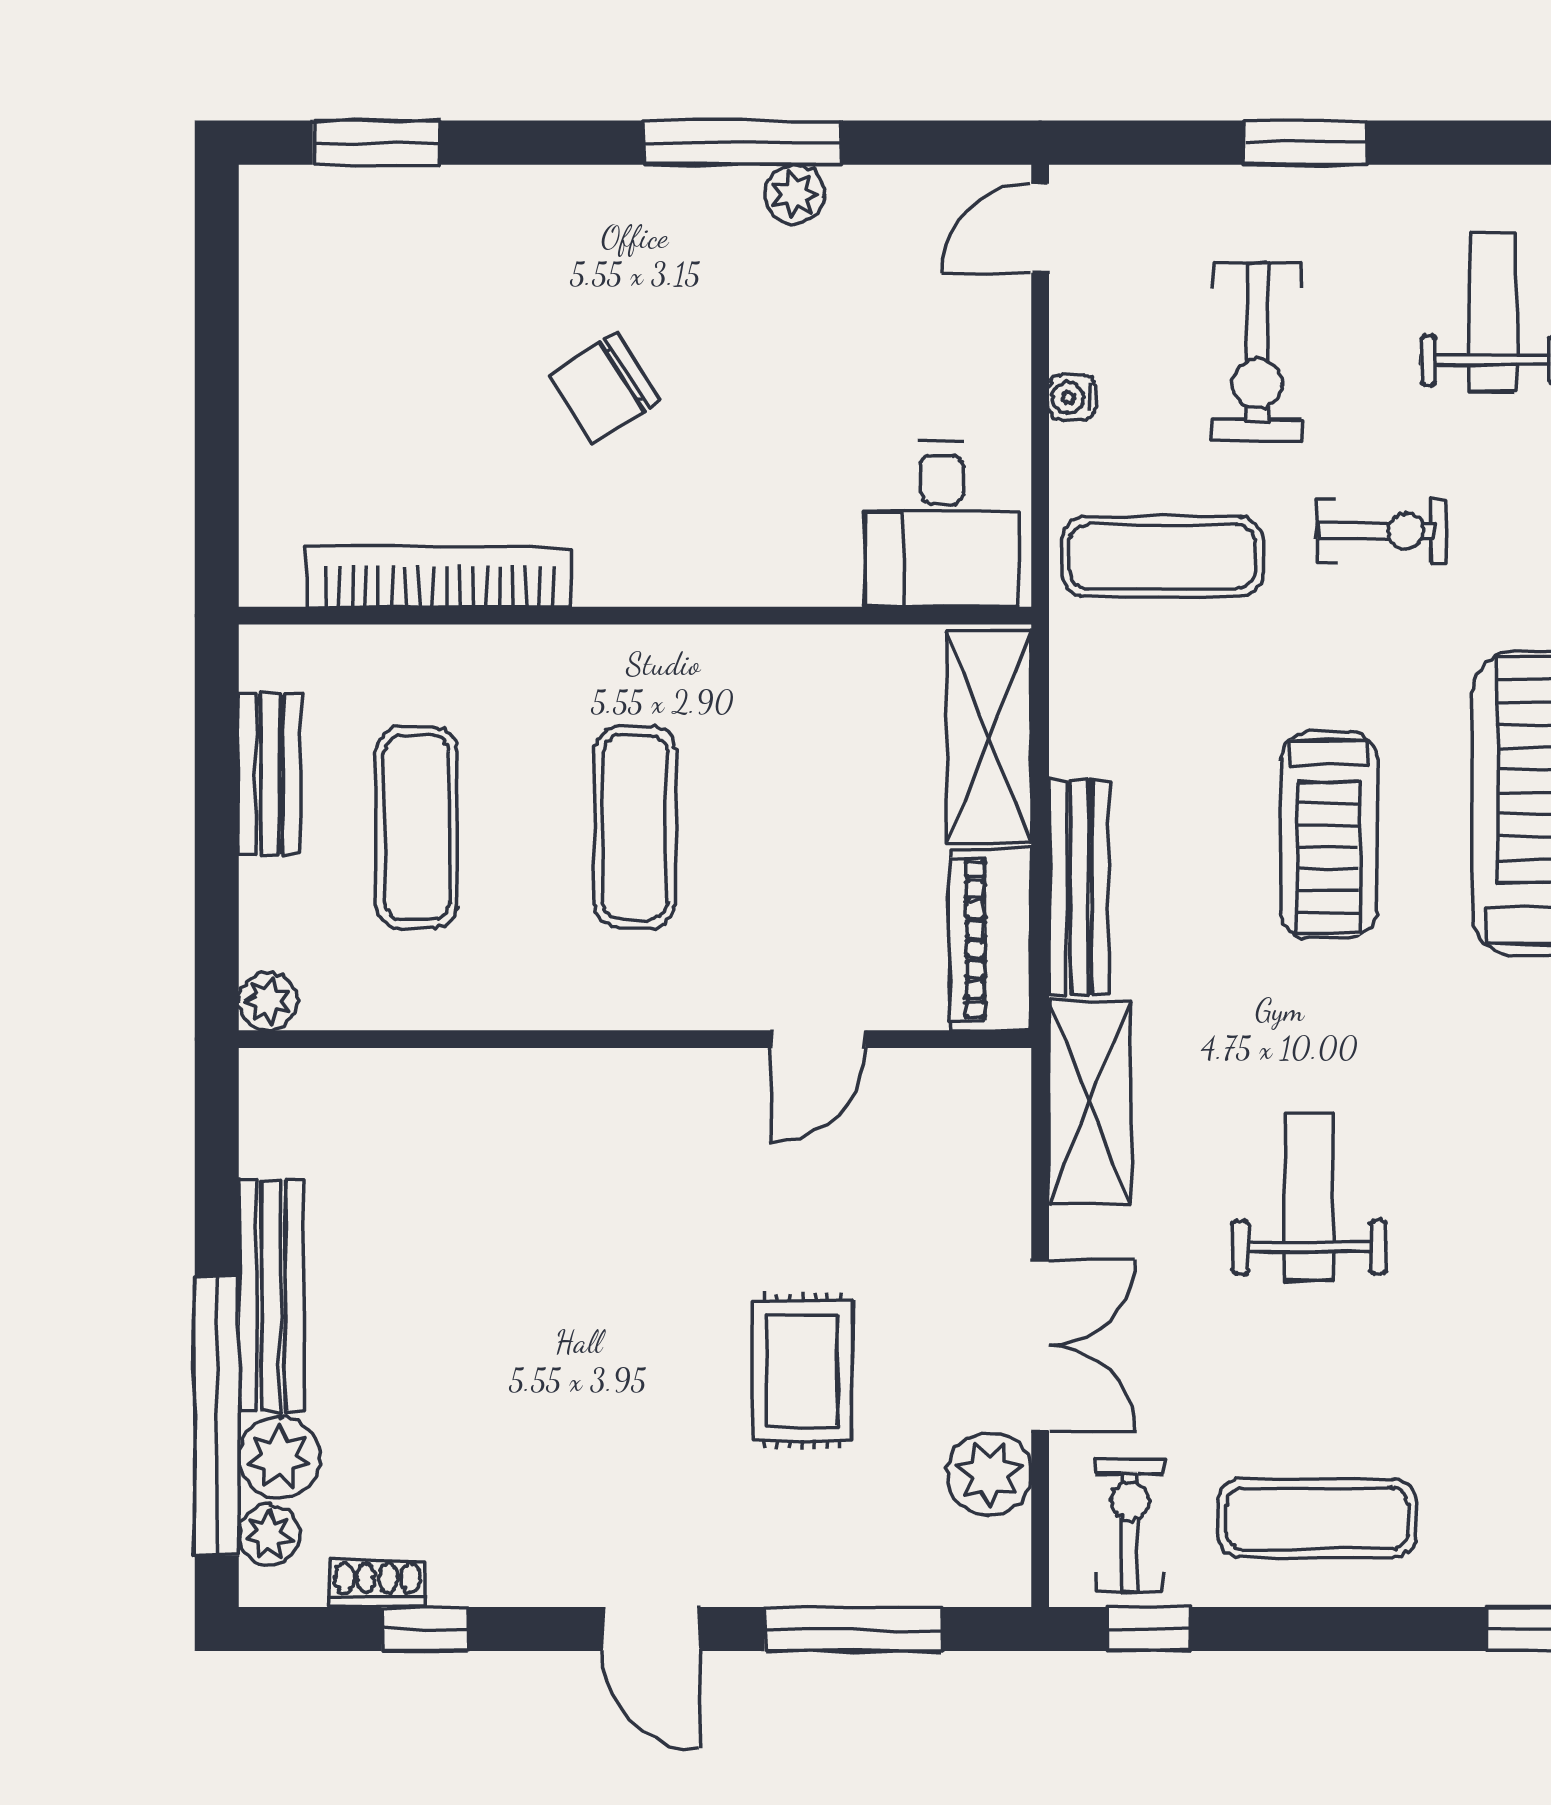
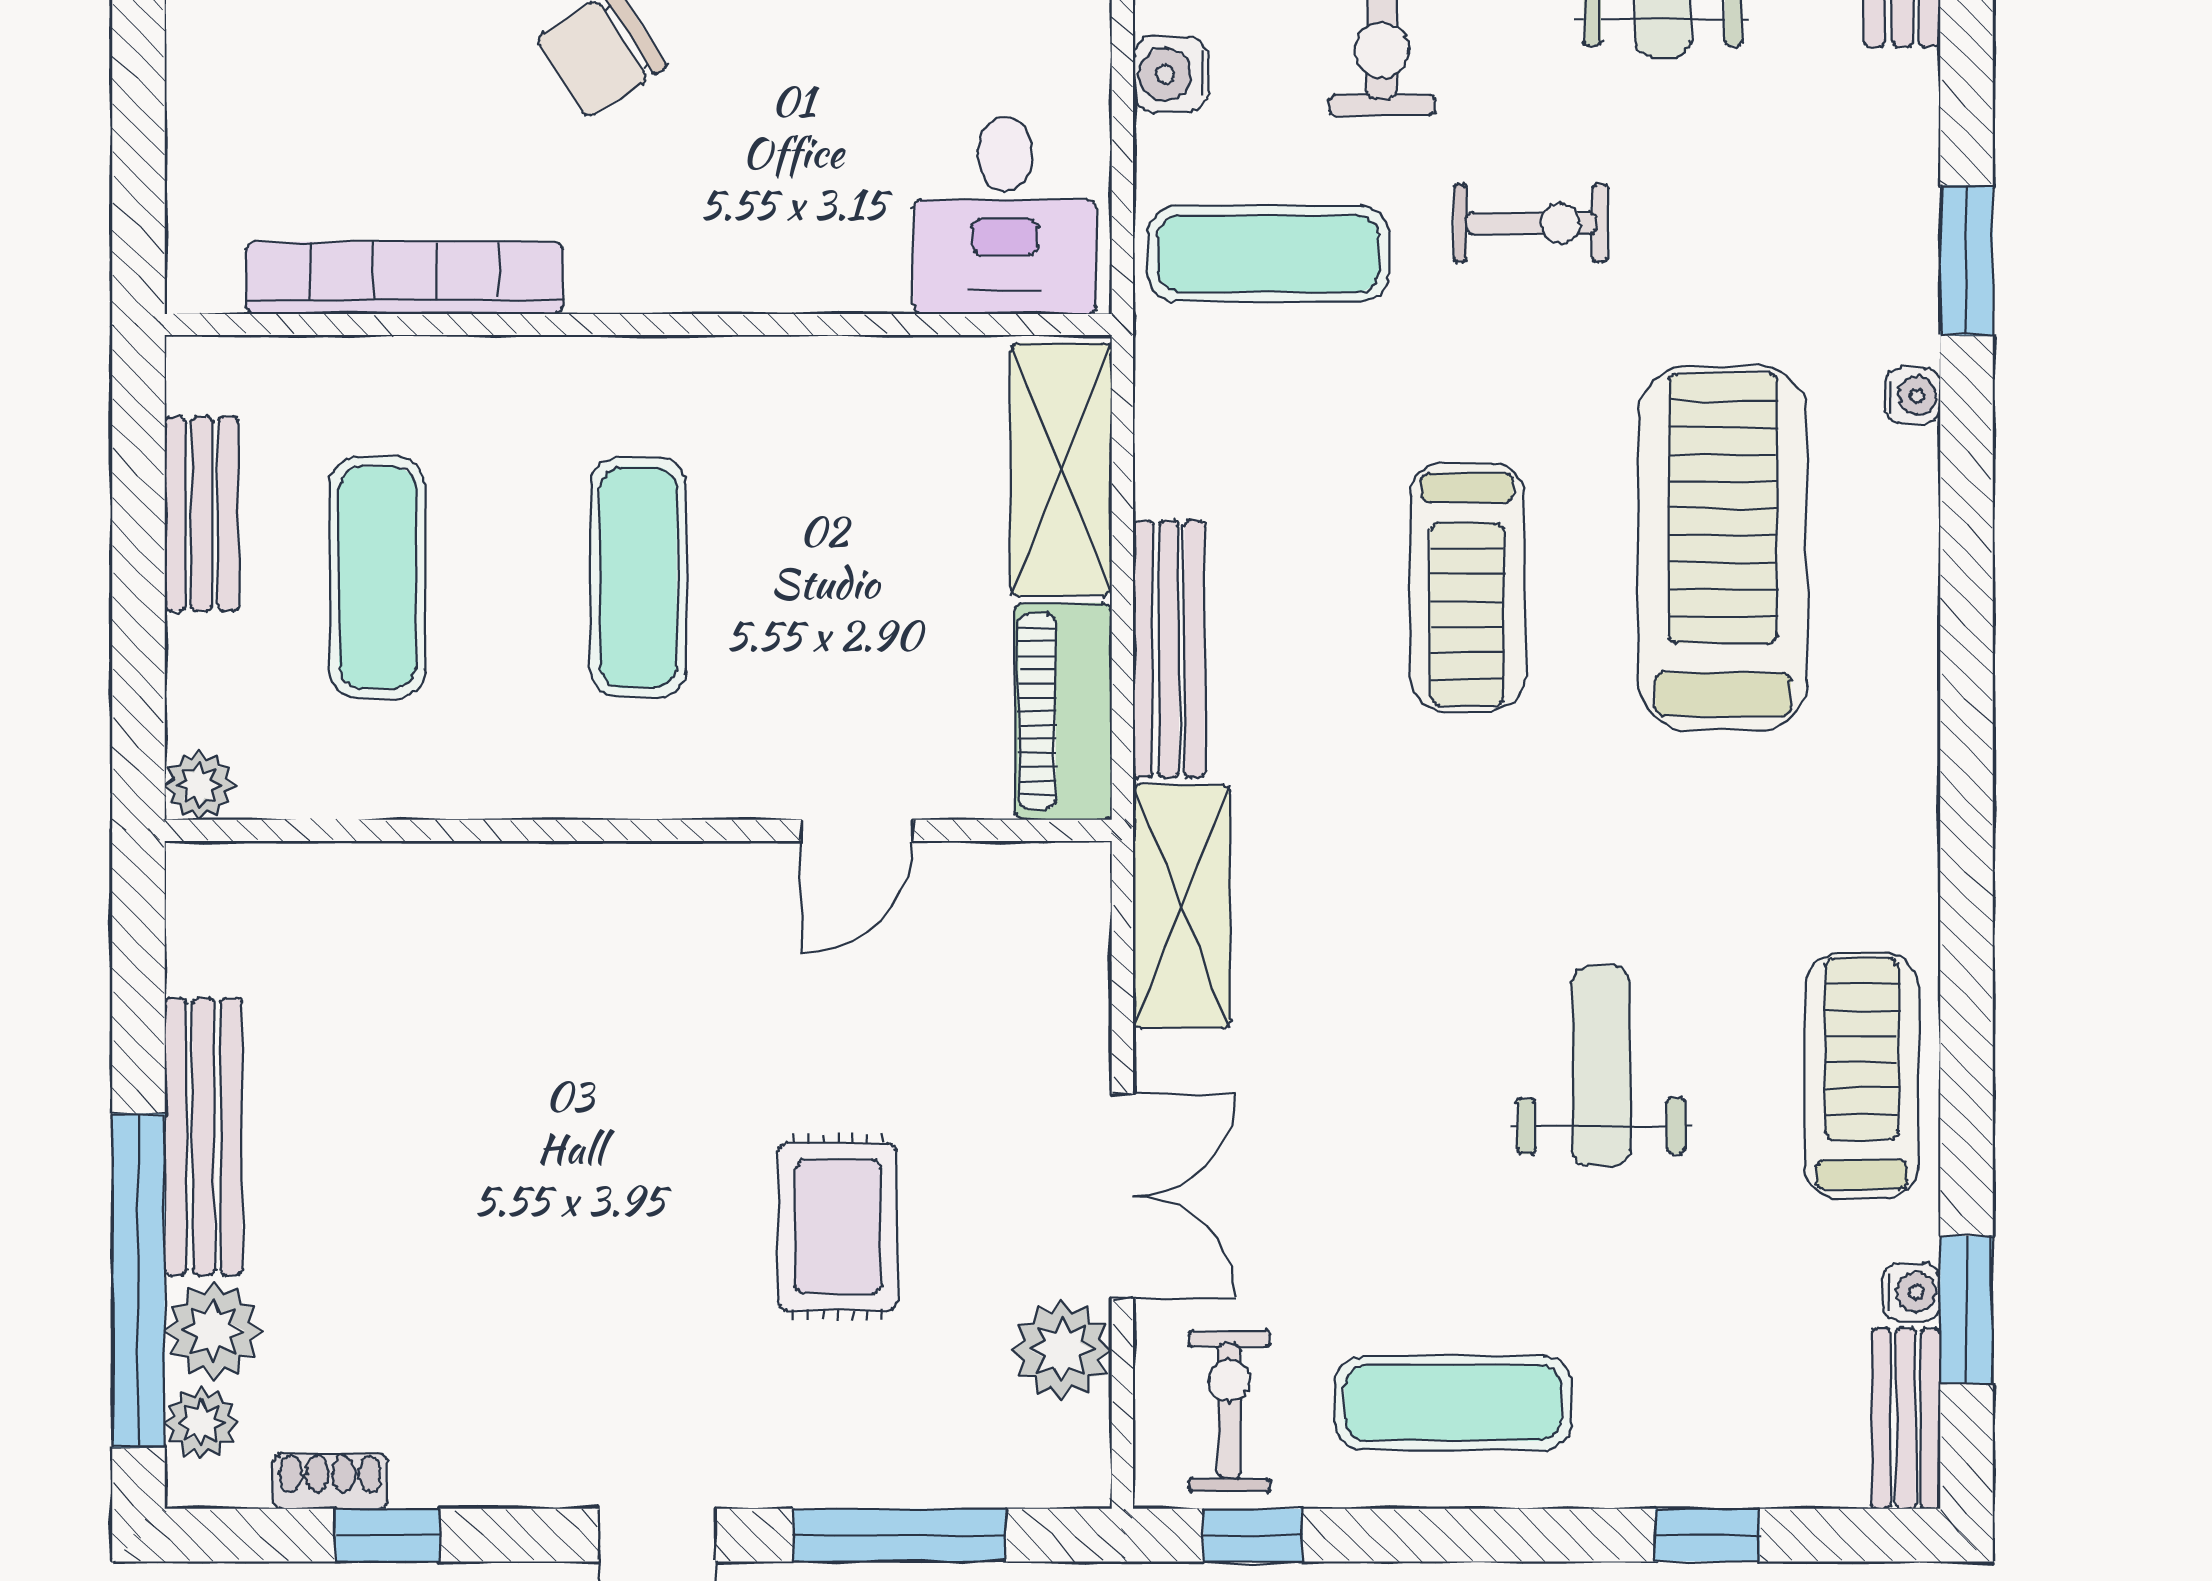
water cooler: (1072, 397) -> (1171, 74), width x1.38, depth x1.38
weight bench: (1309, 1197) -> (1601, 1066), moved

